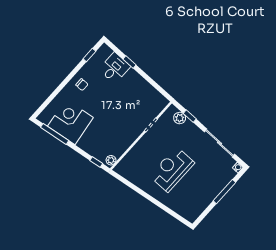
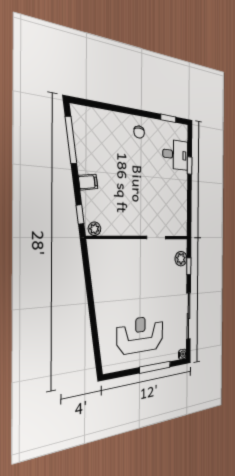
corner desk: (70, 122) -> (97, 149), removed
filing cabinet: (84, 143) -> (88, 182), added
reception desk: (172, 169) -> (140, 335), moved

